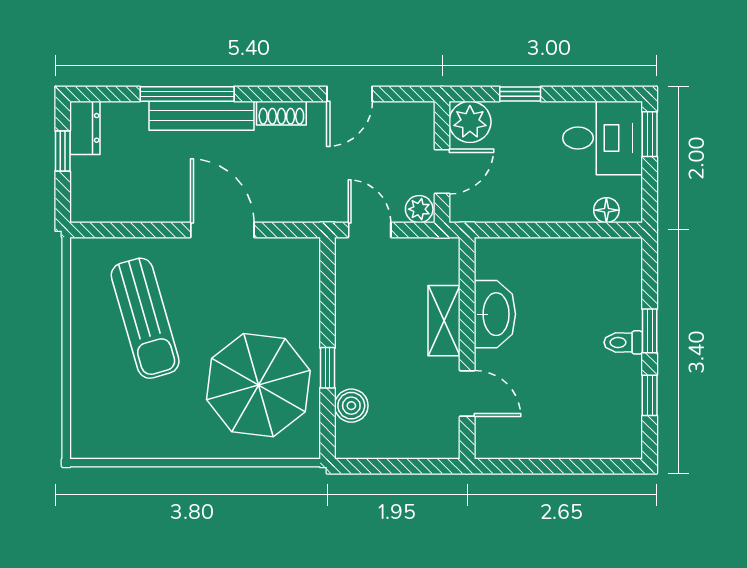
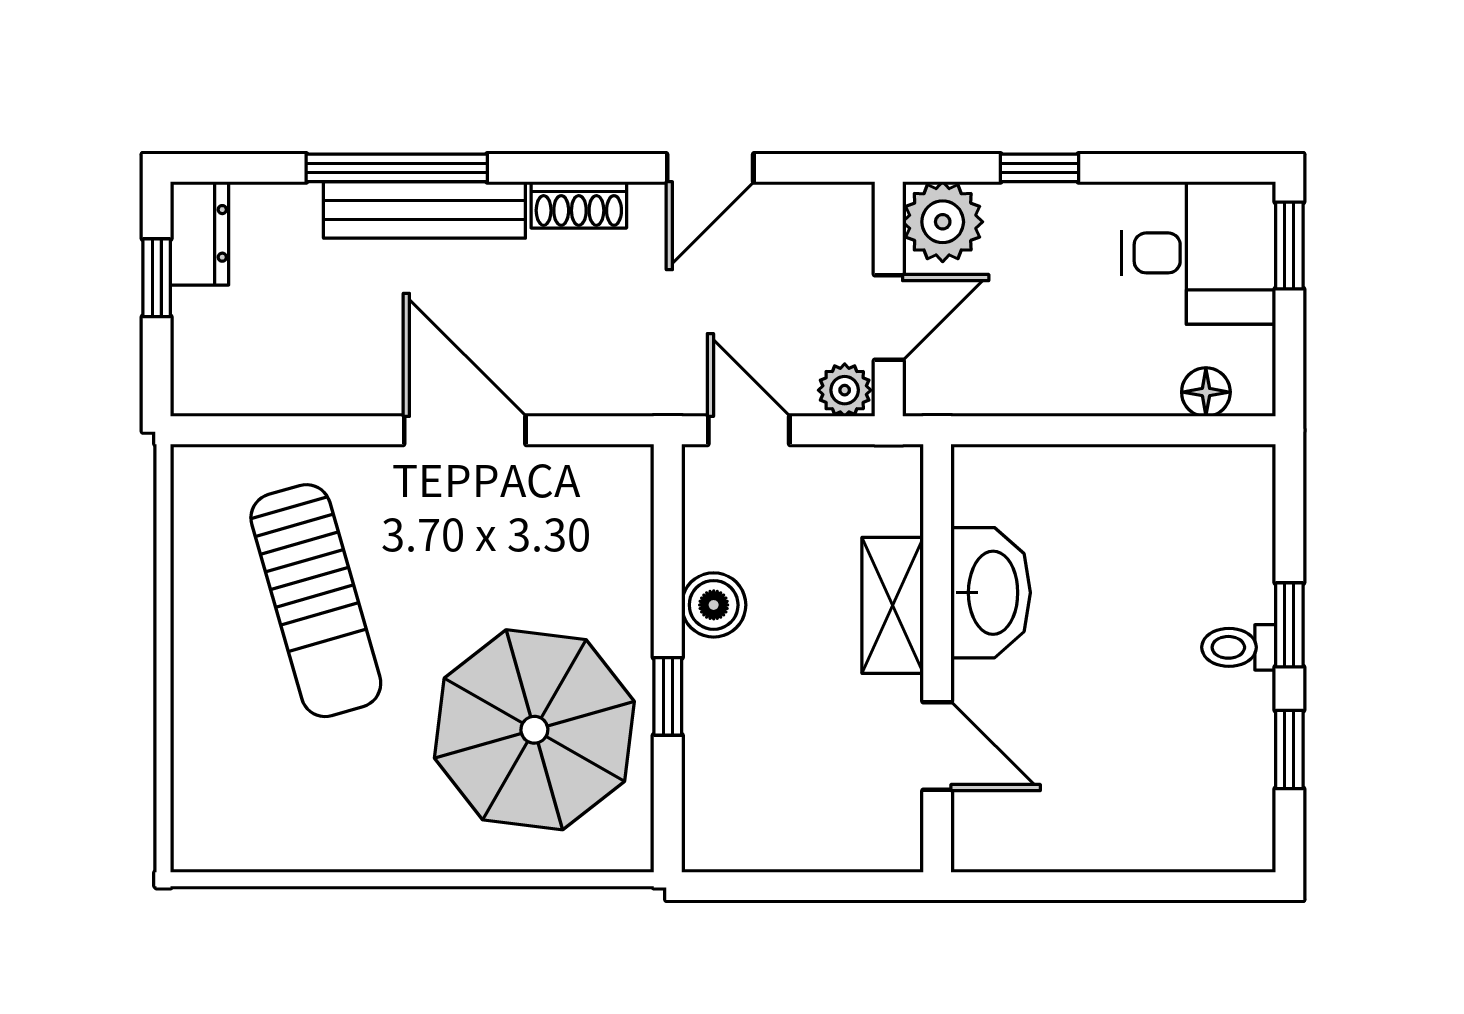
boiler: (351, 406) -> (714, 605), moved

